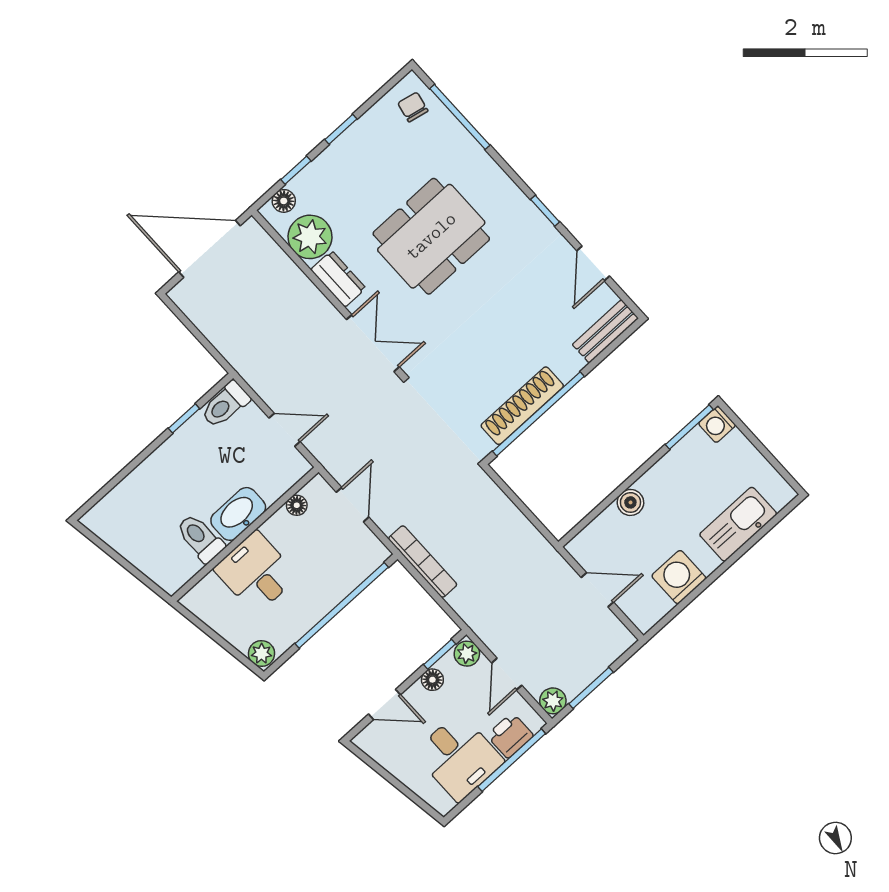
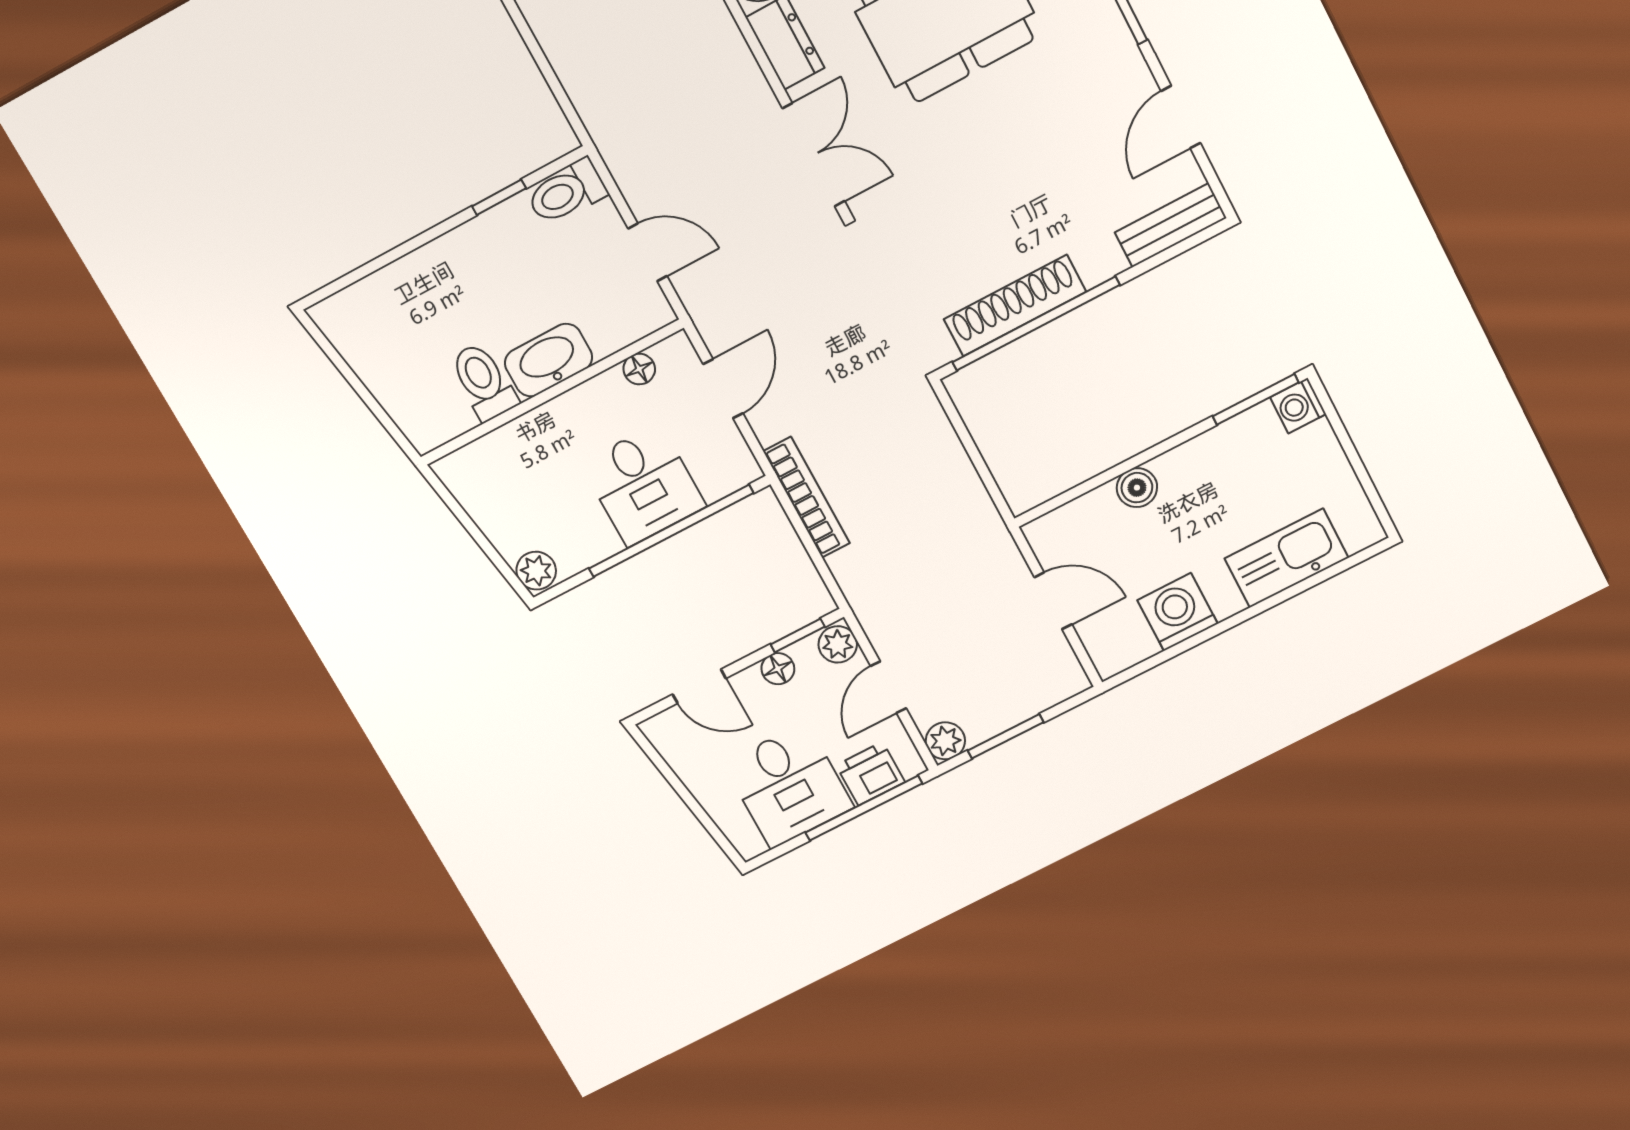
desk: (256, 572) -> (643, 485), moved, turned 180

